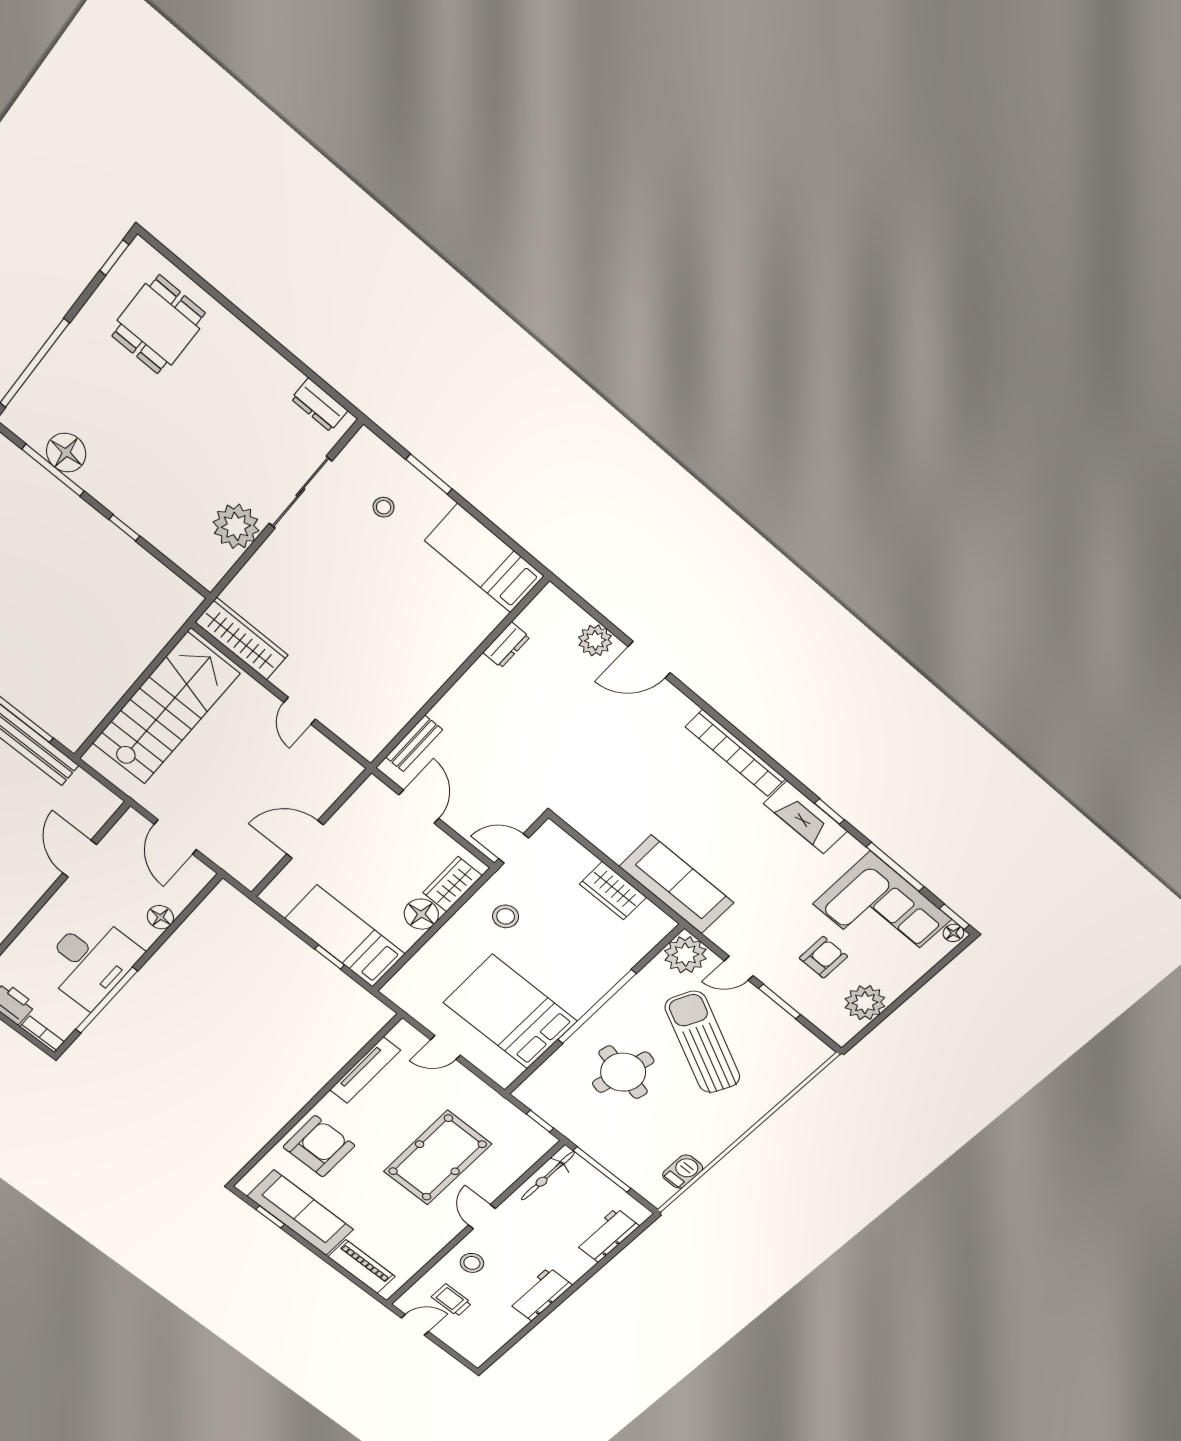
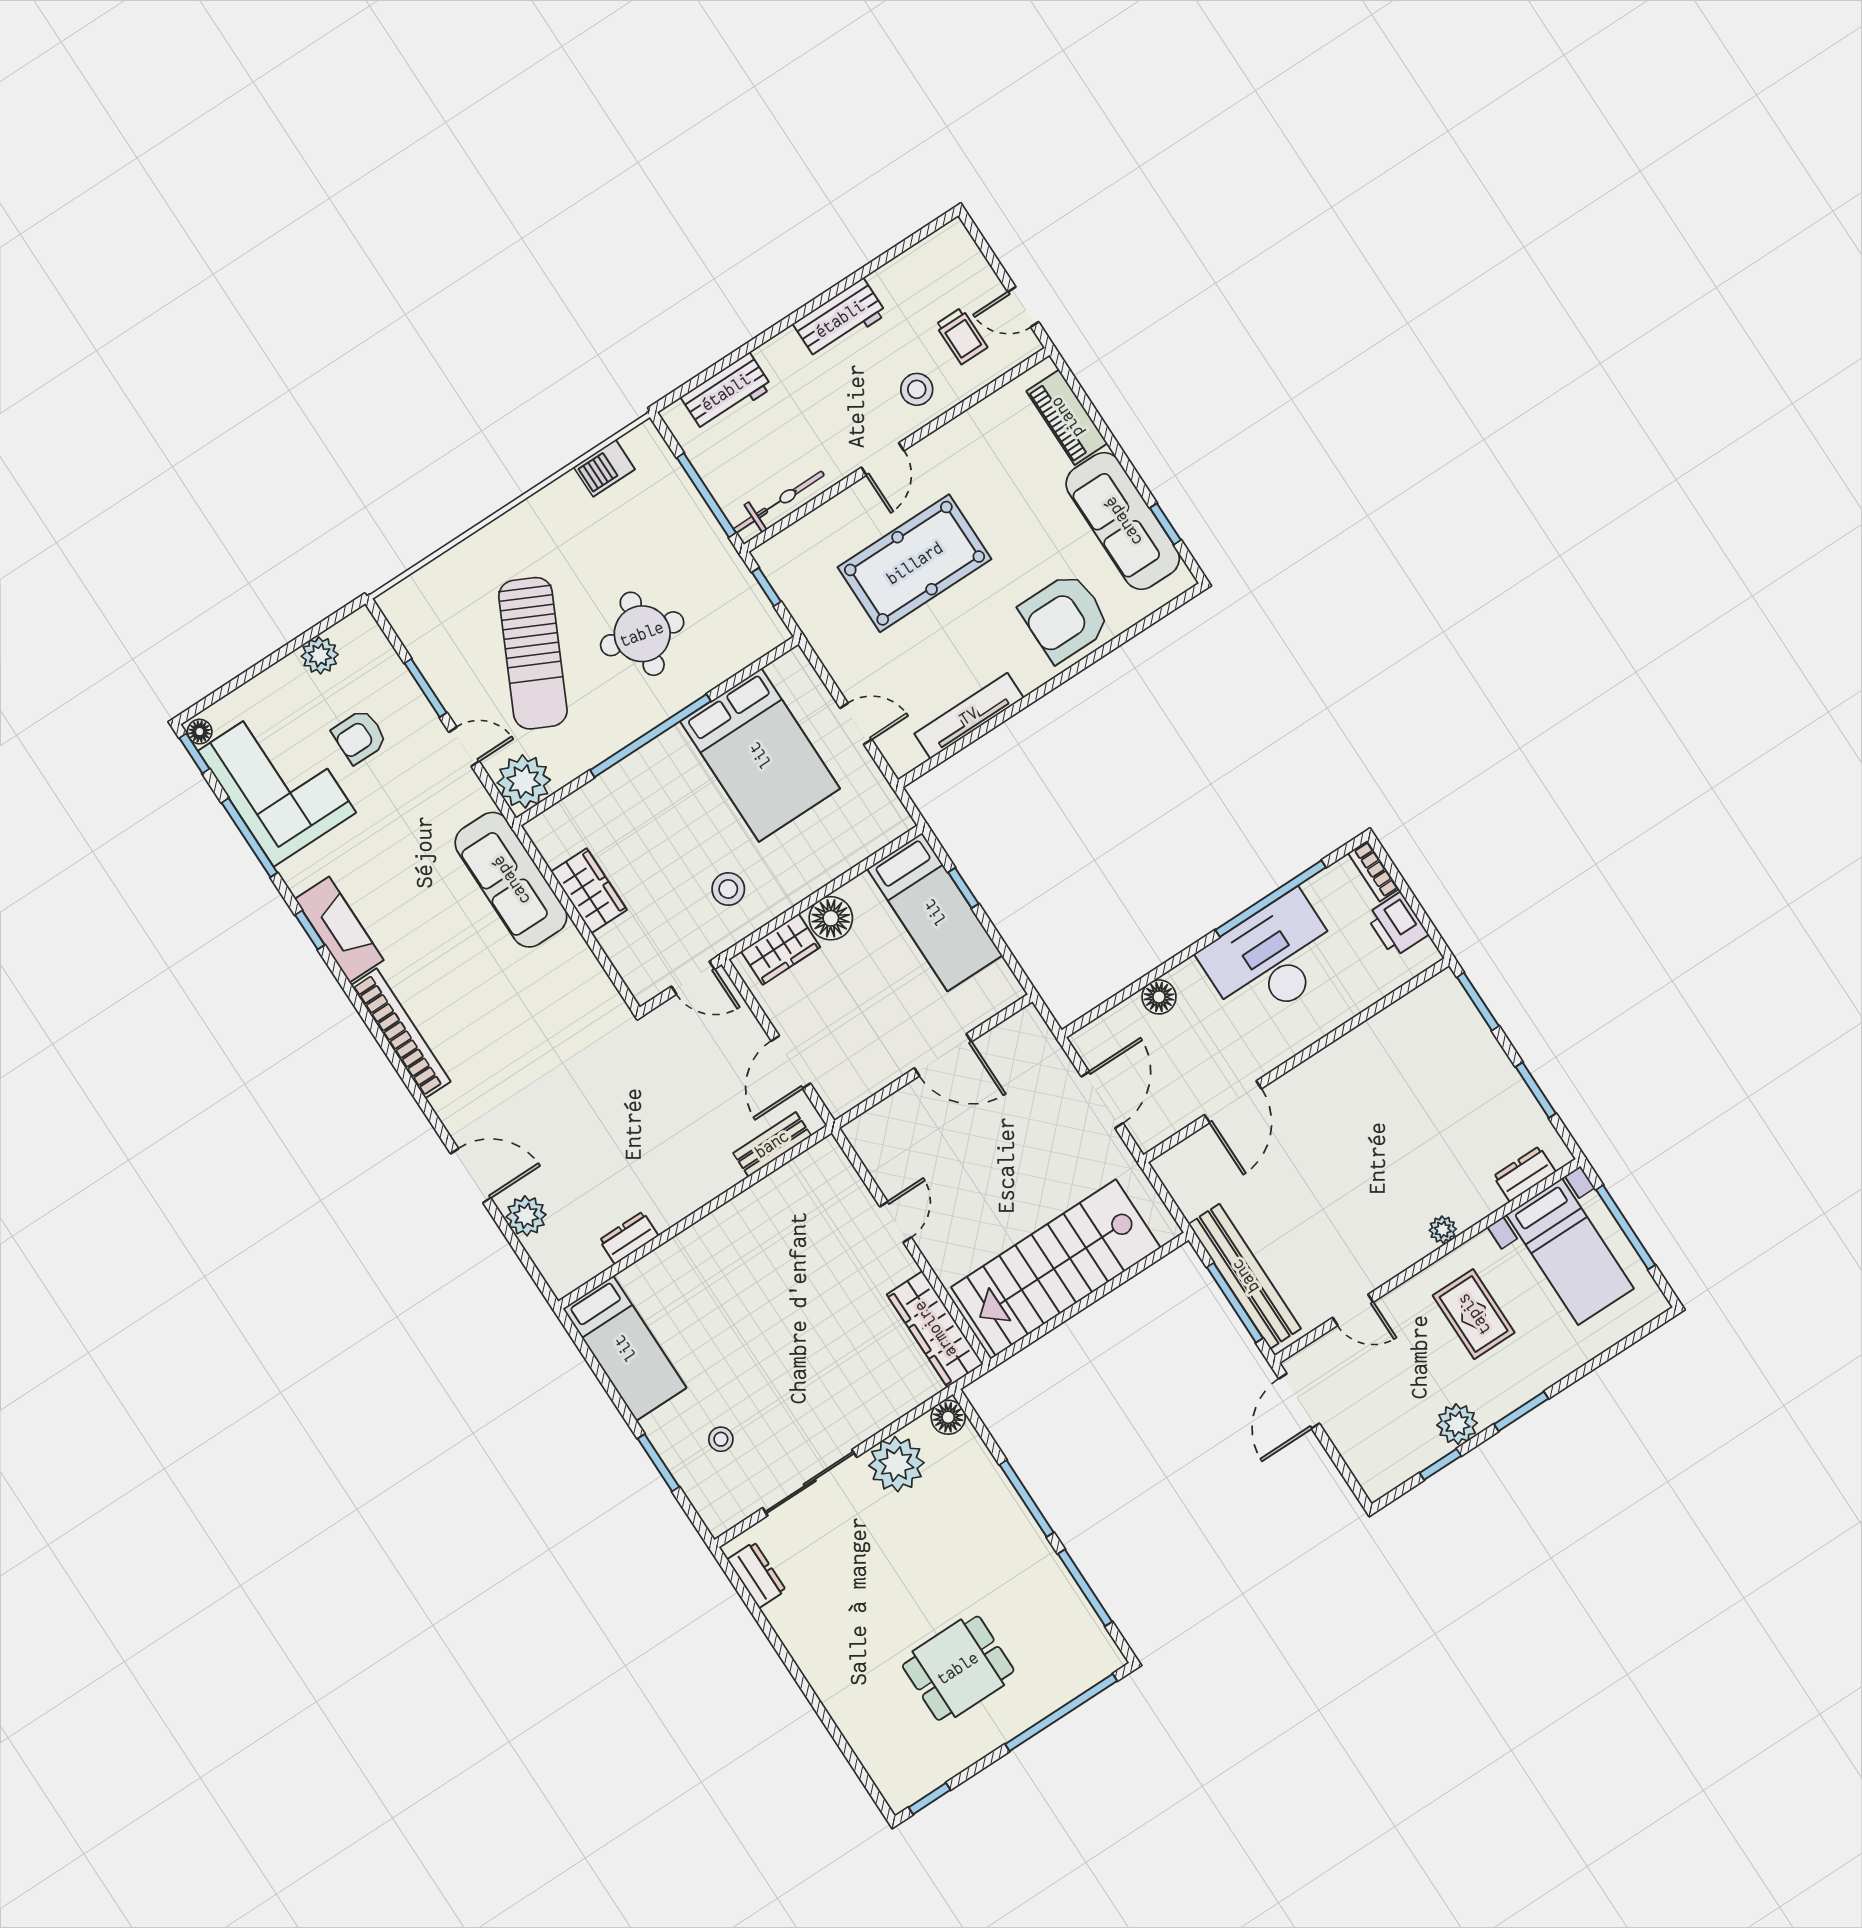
dining table: (158, 324) -> (958, 1668), moved
floor lamp: (66, 453) -> (948, 1417), moved, width x0.73, depth x0.73
window: (124, 528) -> (1027, 1499), width x2.17
plant: (865, 1003) -> (320, 655), width x0.73, depth x0.73

